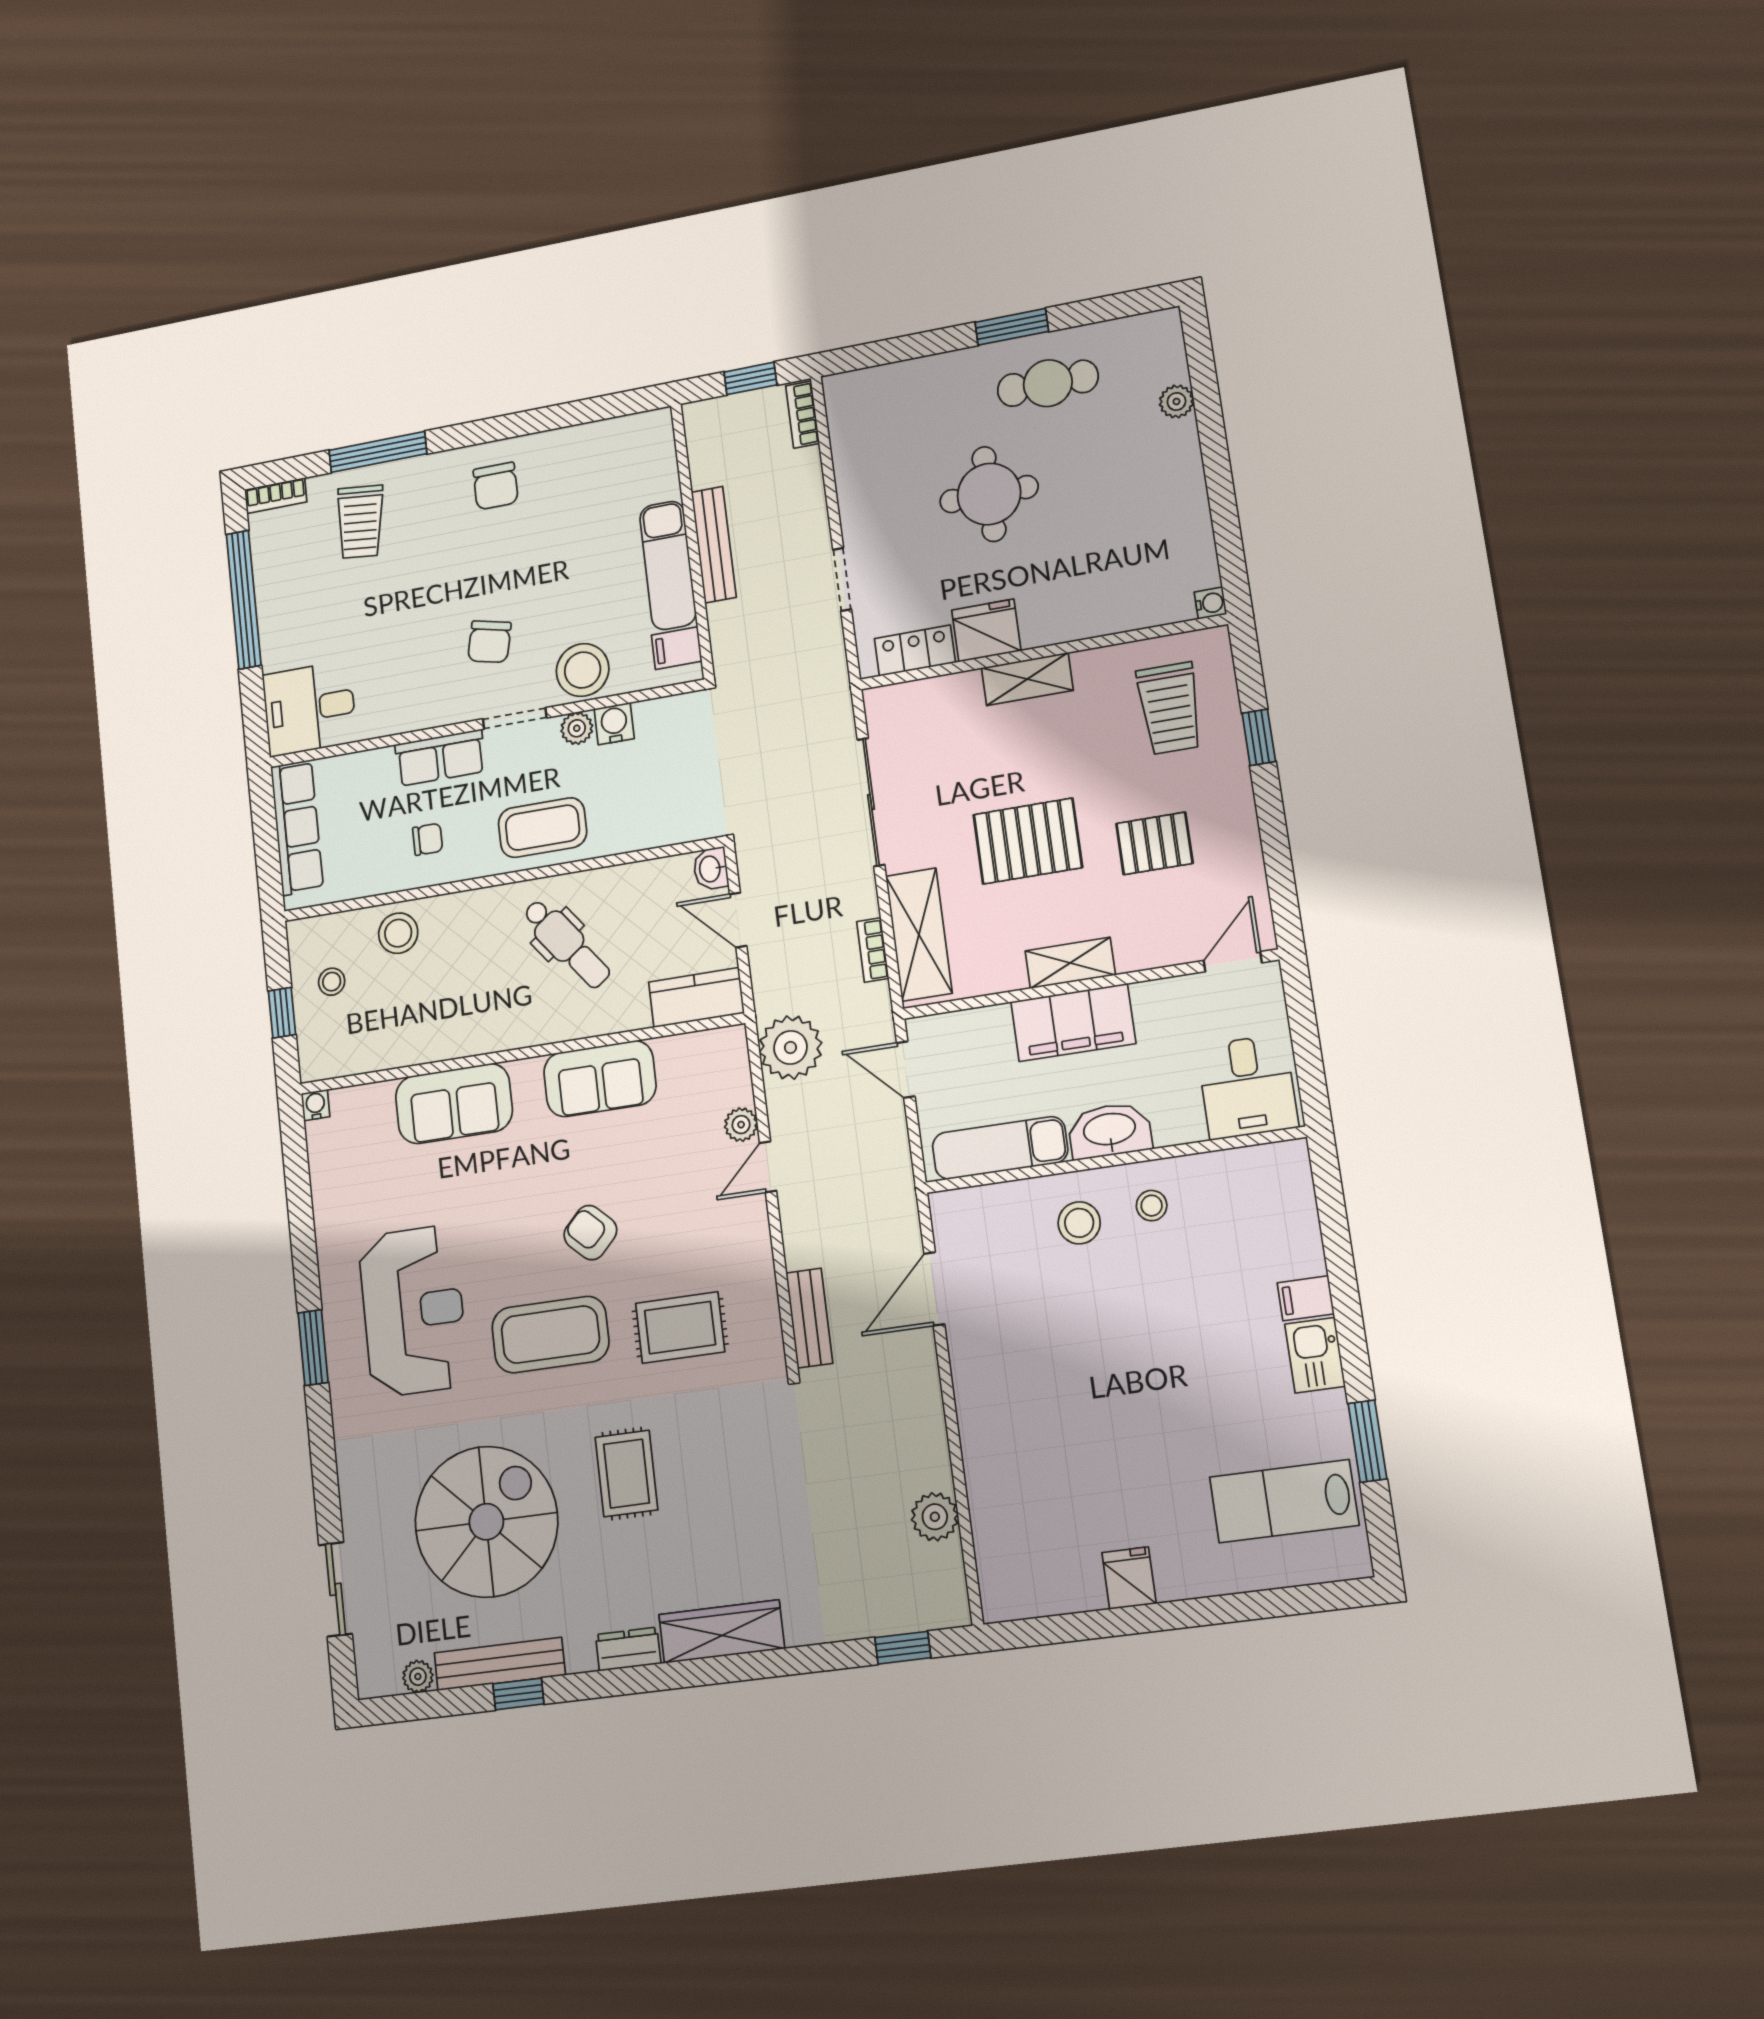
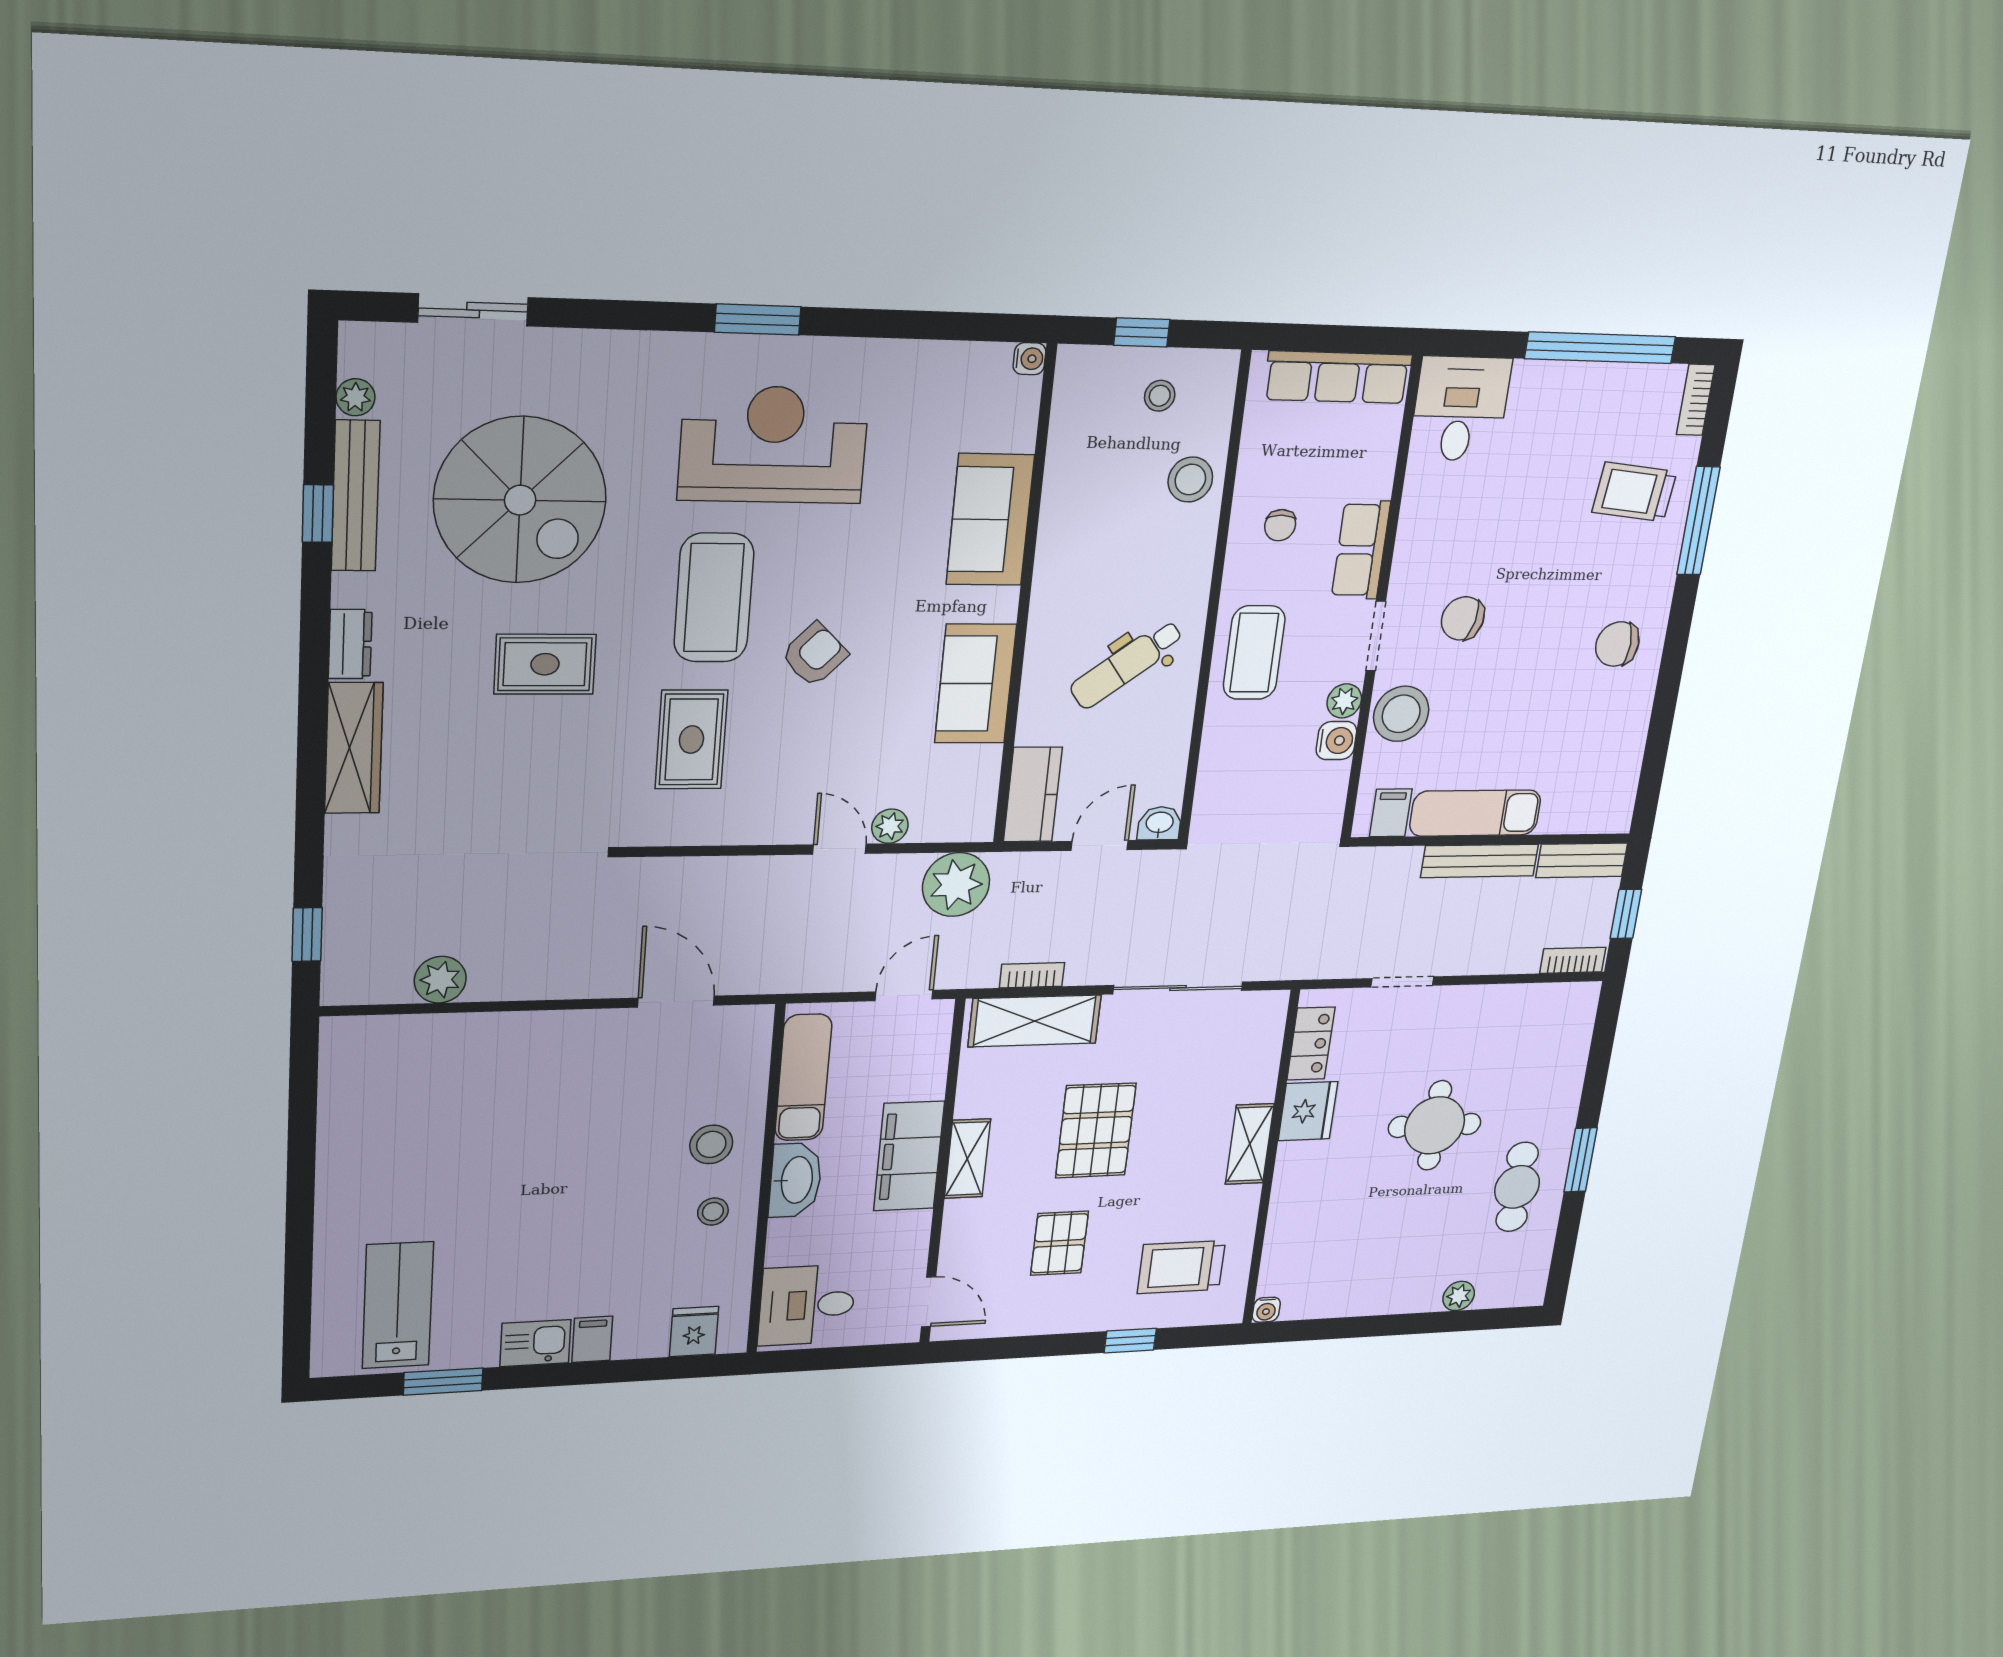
reception desk: (413, 1311) -> (773, 445), turned 180
bench: (809, 1318) -> (1582, 860), moved
fridge: (1129, 1578) -> (694, 1331), moved, turned -90

